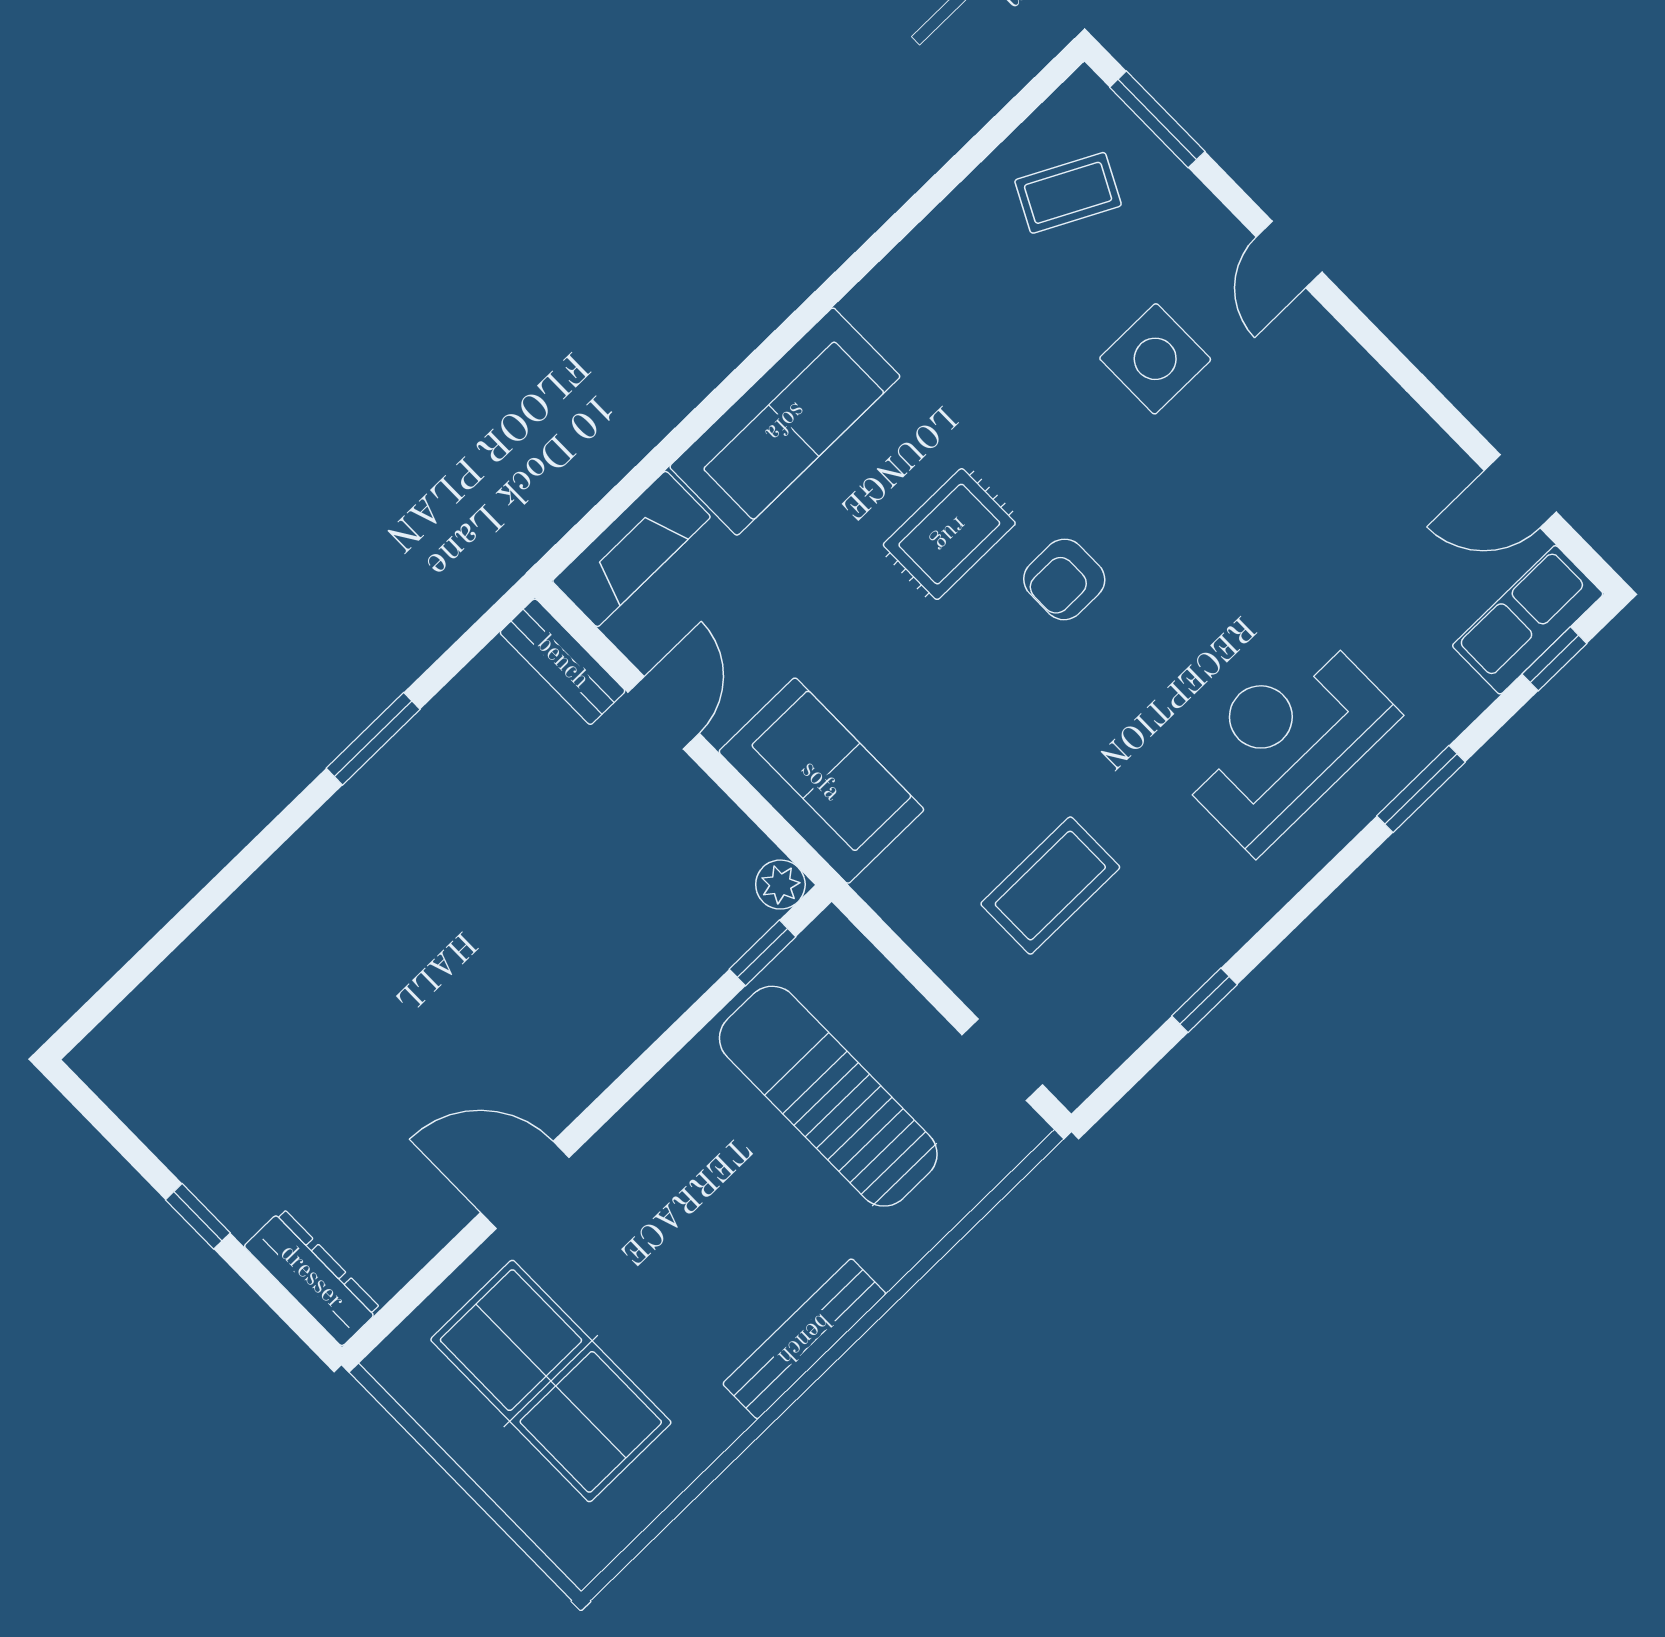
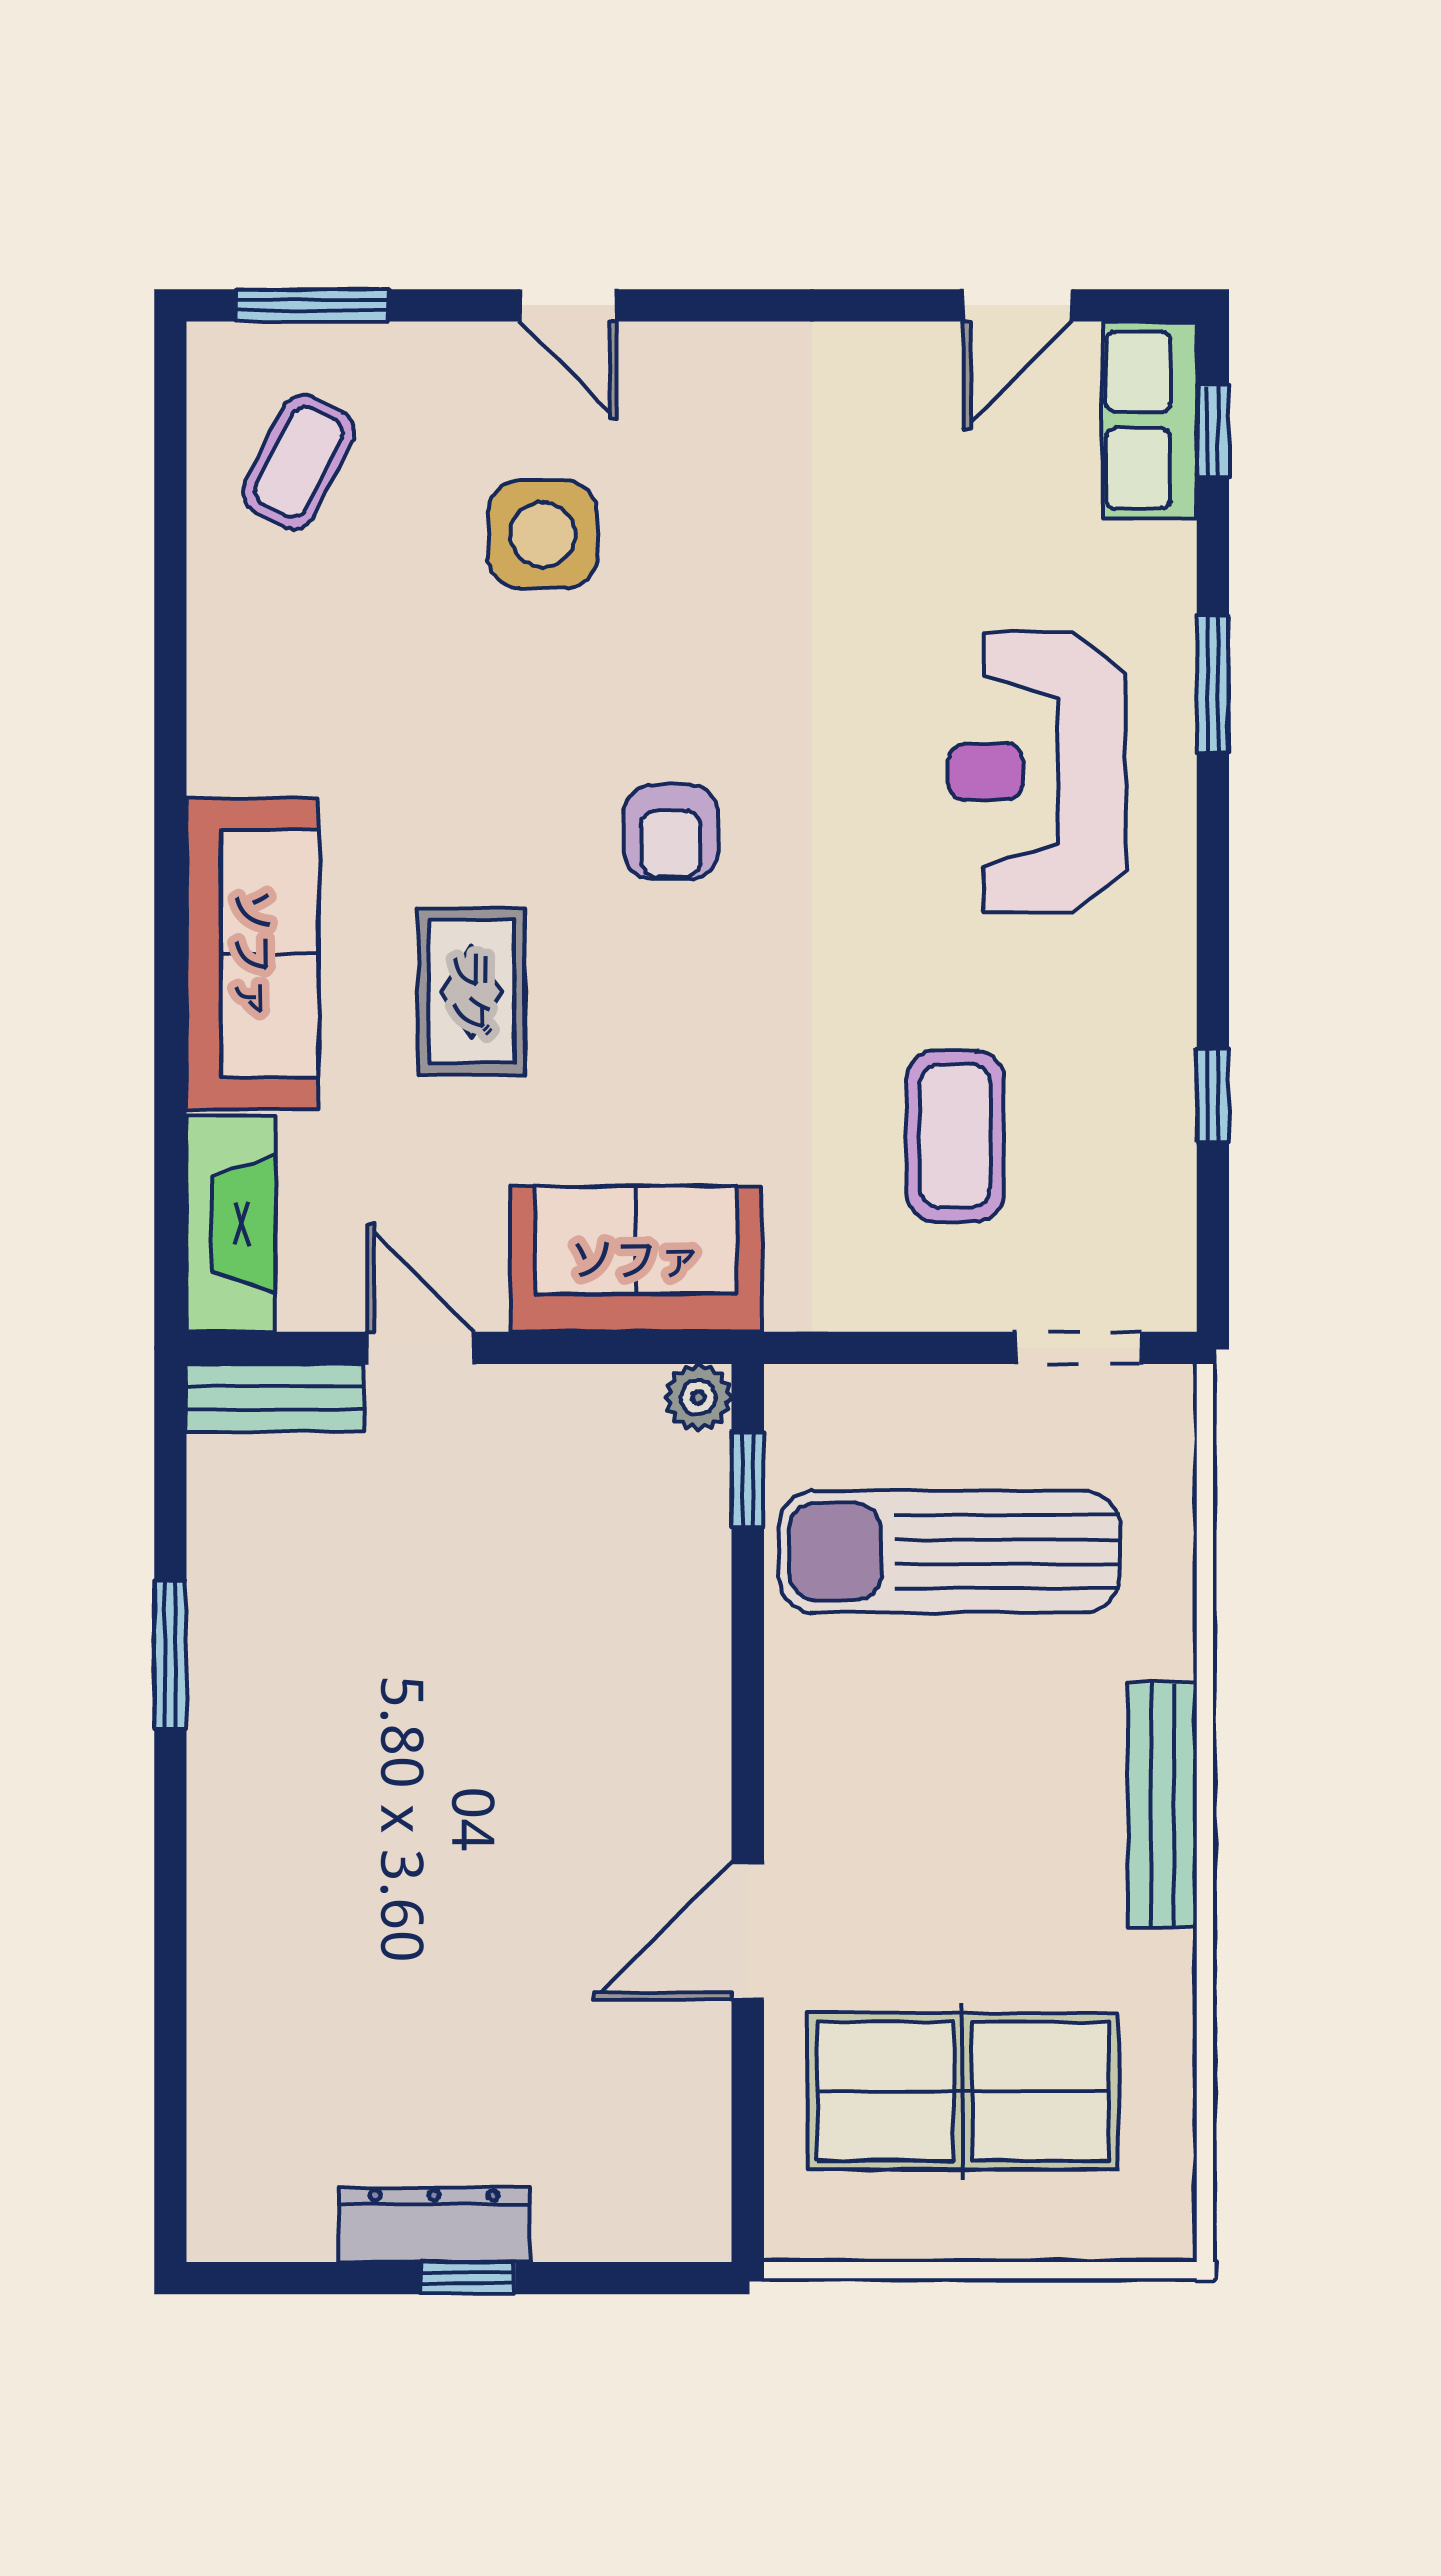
rug: (949, 534) -> (471, 992), moved
dresser: (312, 1277) -> (434, 2225), moved

